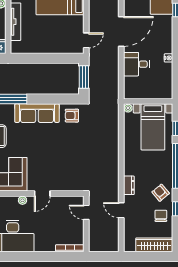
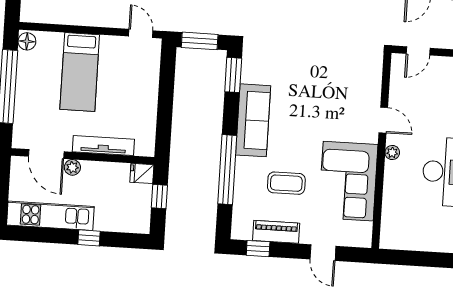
window: (64, 99) -> (233, 75), added
armchair: (72, 116) -> (261, 64), removed

